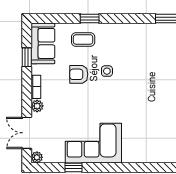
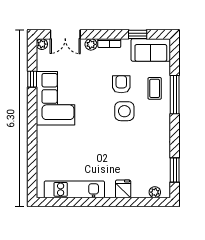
window: (90, 19) -> (175, 95), width x2.17
side table: (107, 71) -> (124, 111), width x1.87, depth x1.87
double door: (27, 133) -> (65, 34), swing flipped

